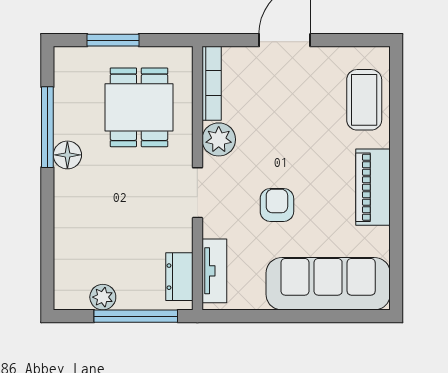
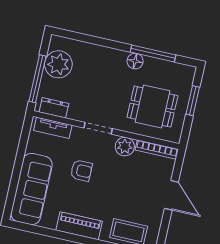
plant: (103, 297) -> (58, 64), width x1.88, depth x1.88

